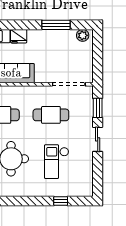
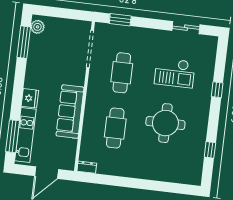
window: (56, 25) -> (24, 42), moved
sliding door: (98, 139) -> (186, 28), moved
window: (61, 201) -> (217, 90), moved

